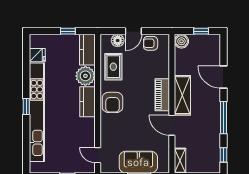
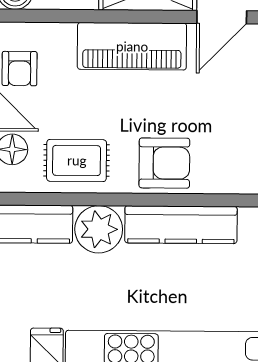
piano: (162, 95) -> (132, 46), width x1.37, depth x1.33
kitchen counter: (87, 102) -> (181, 225), width x1.50

